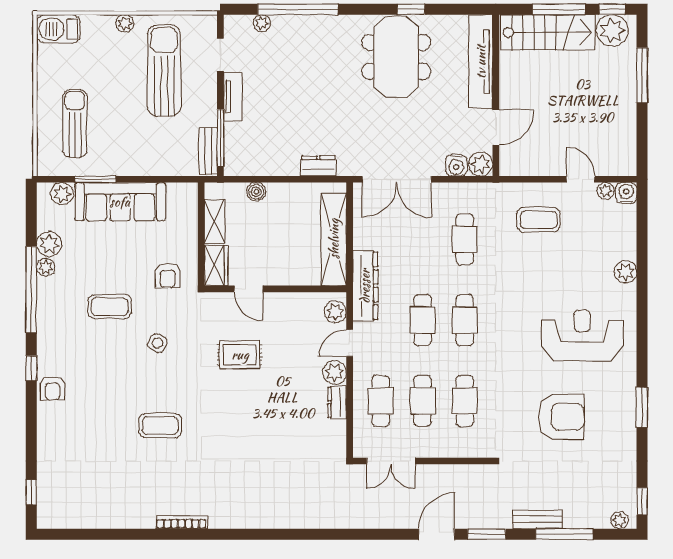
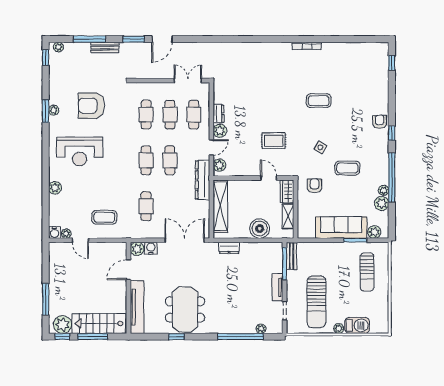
barbecue: (58, 29) -> (357, 325), moved
boiler: (256, 192) -> (260, 229), width x1.86, depth x1.86
plant: (628, 409) -> (54, 110), added

